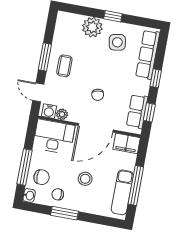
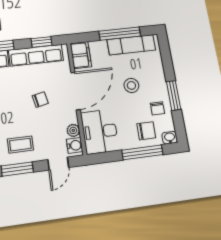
row of seats: (137, 111) -> (36, 55), width x1.48
door: (96, 128) -> (76, 91), hinge flipped
chair: (42, 177) -> (146, 131), turned 90

